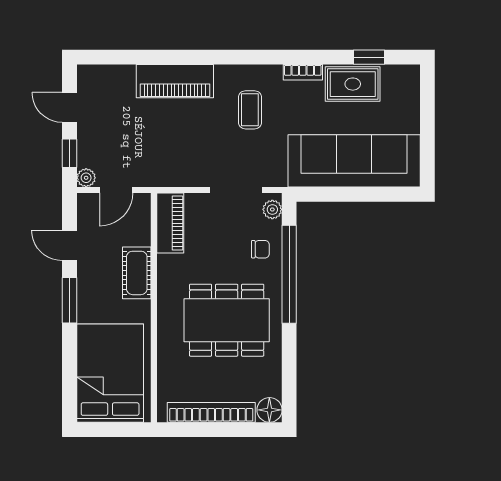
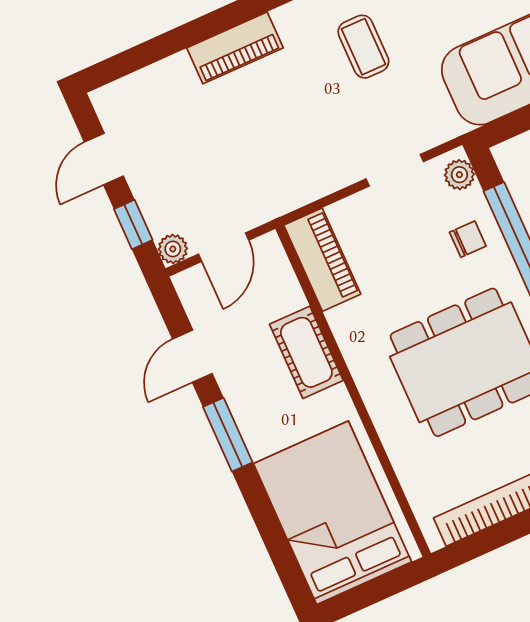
piano: (175, 81) -> (235, 48), width x0.73, depth x0.75
door: (69, 107) -> (104, 159), hinge flipped
doorway: (236, 190) -> (395, 170), width x0.73
door: (69, 245) -> (192, 356), hinge flipped

